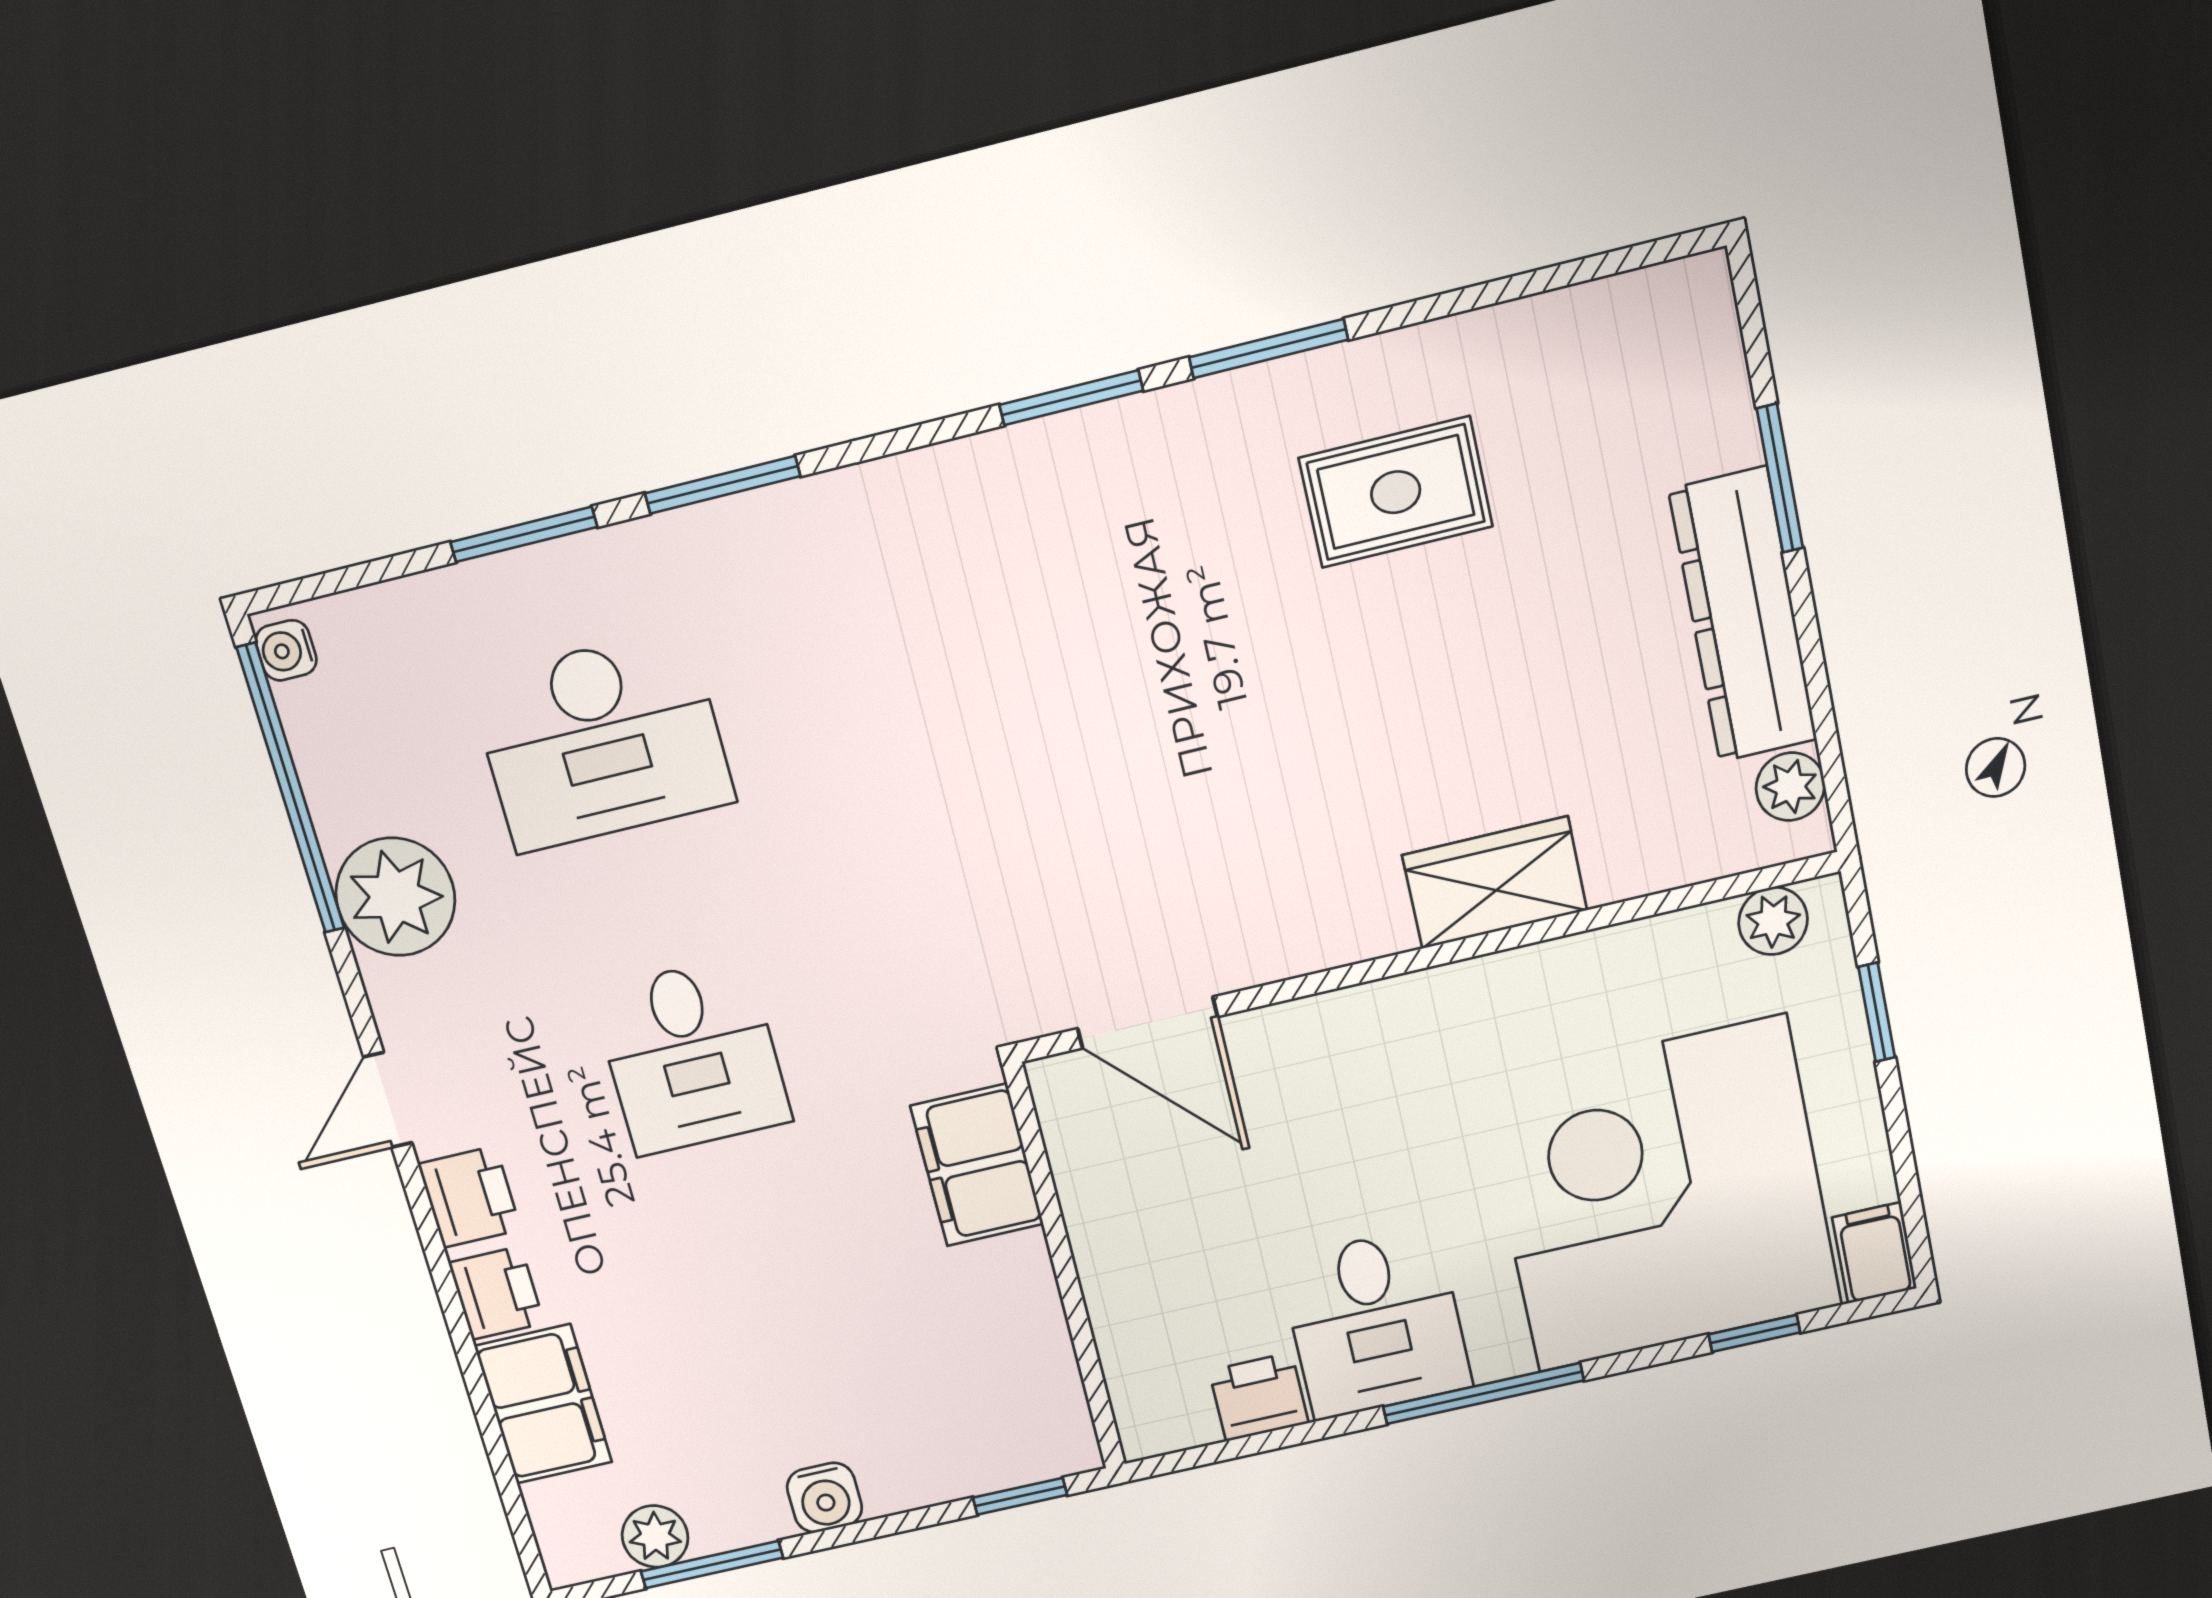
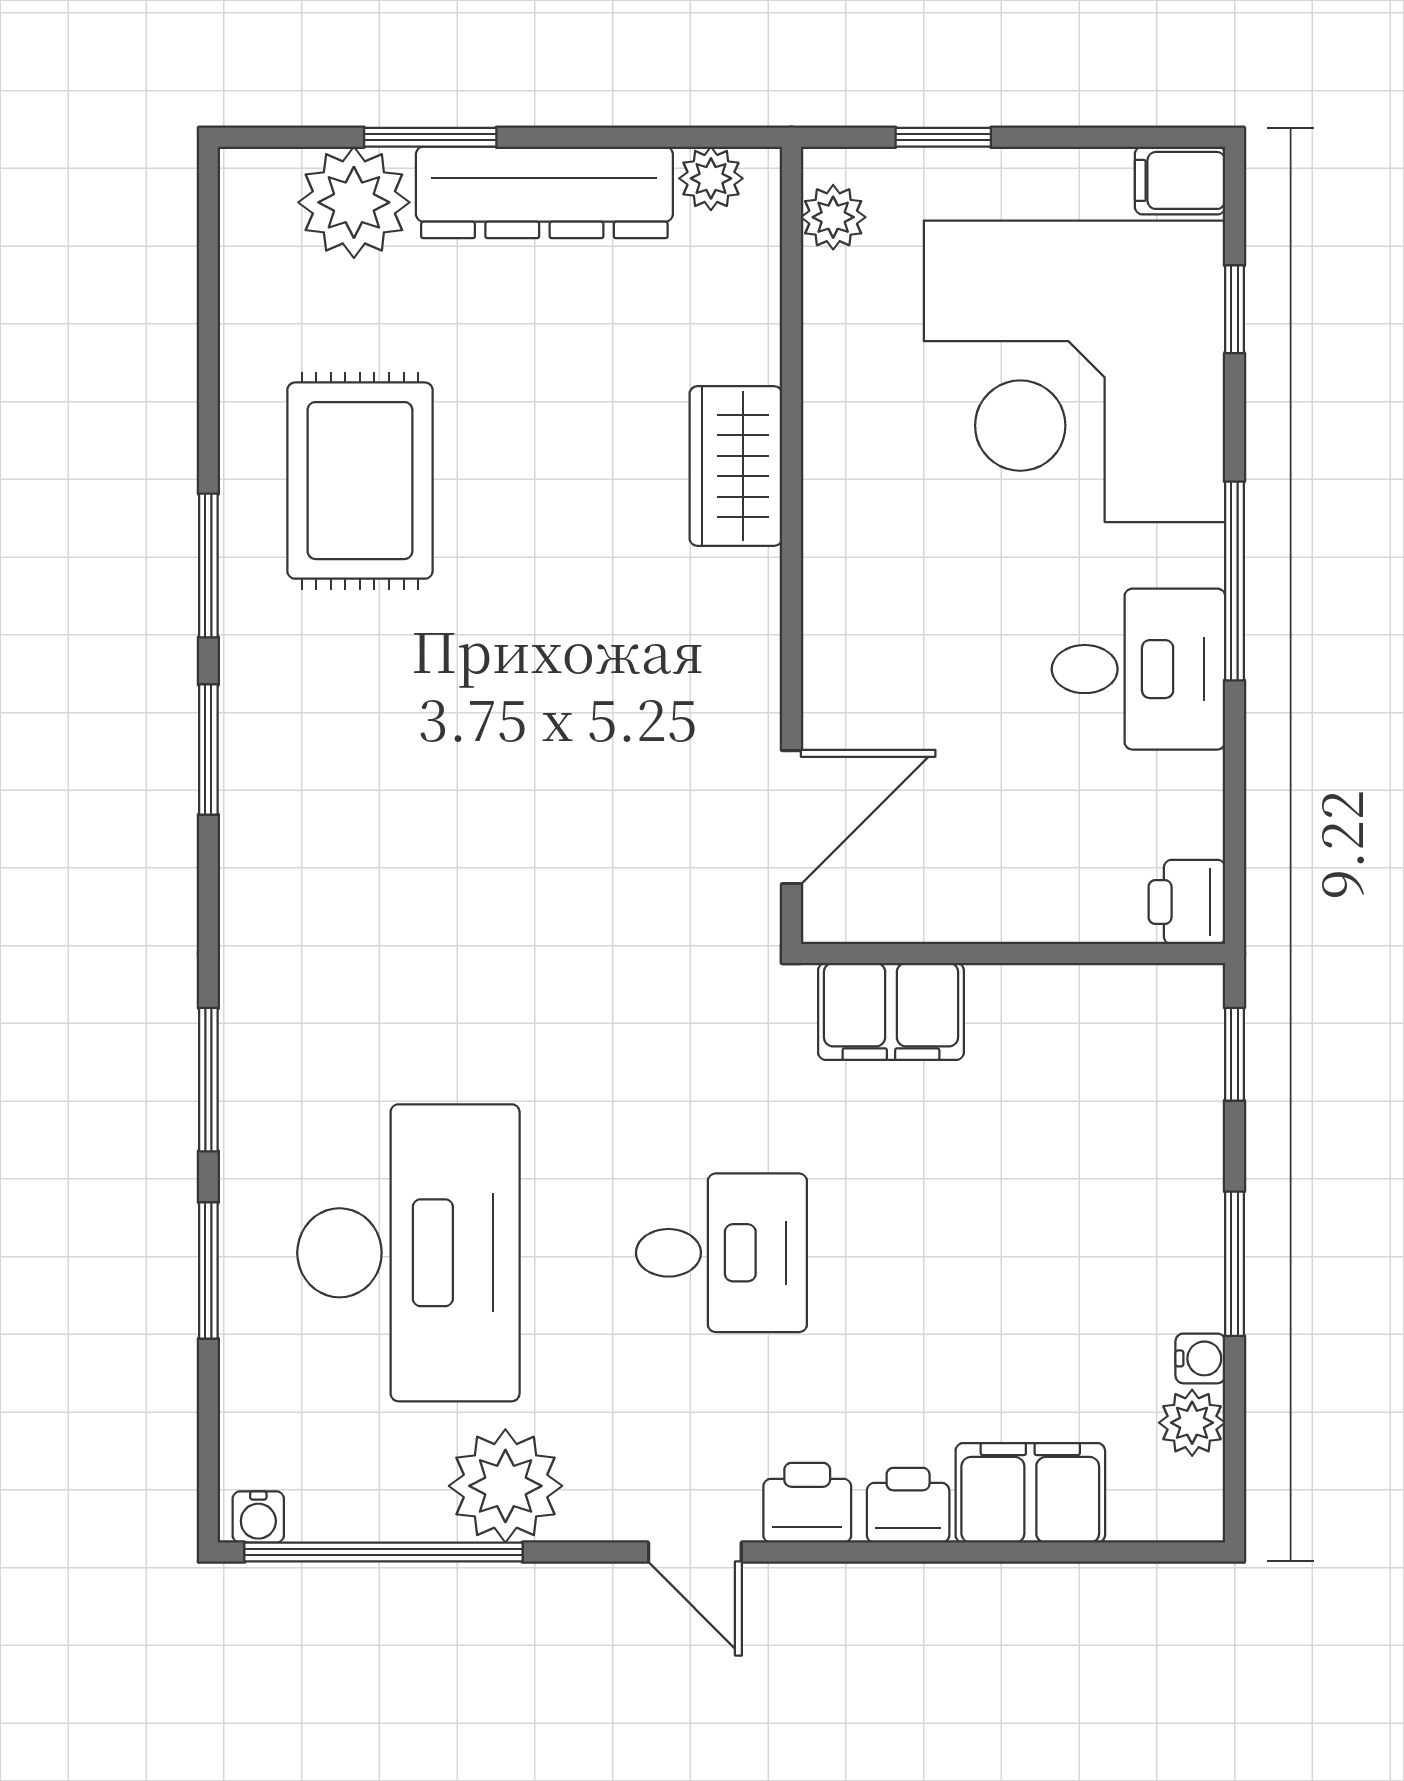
plant: (1694, 412) -> (354, 202), added
rug: (1396, 492) -> (360, 481), width x1.36, depth x1.43
desk: (602, 741) -> (408, 1253), width x1.36, depth x1.30
printer: (1259, 1397) -> (1187, 902), moved
water cooler: (824, 1498) -> (1200, 1358), moved, width x0.72, depth x0.72
window: (712, 1565) -> (1235, 1264), moved

